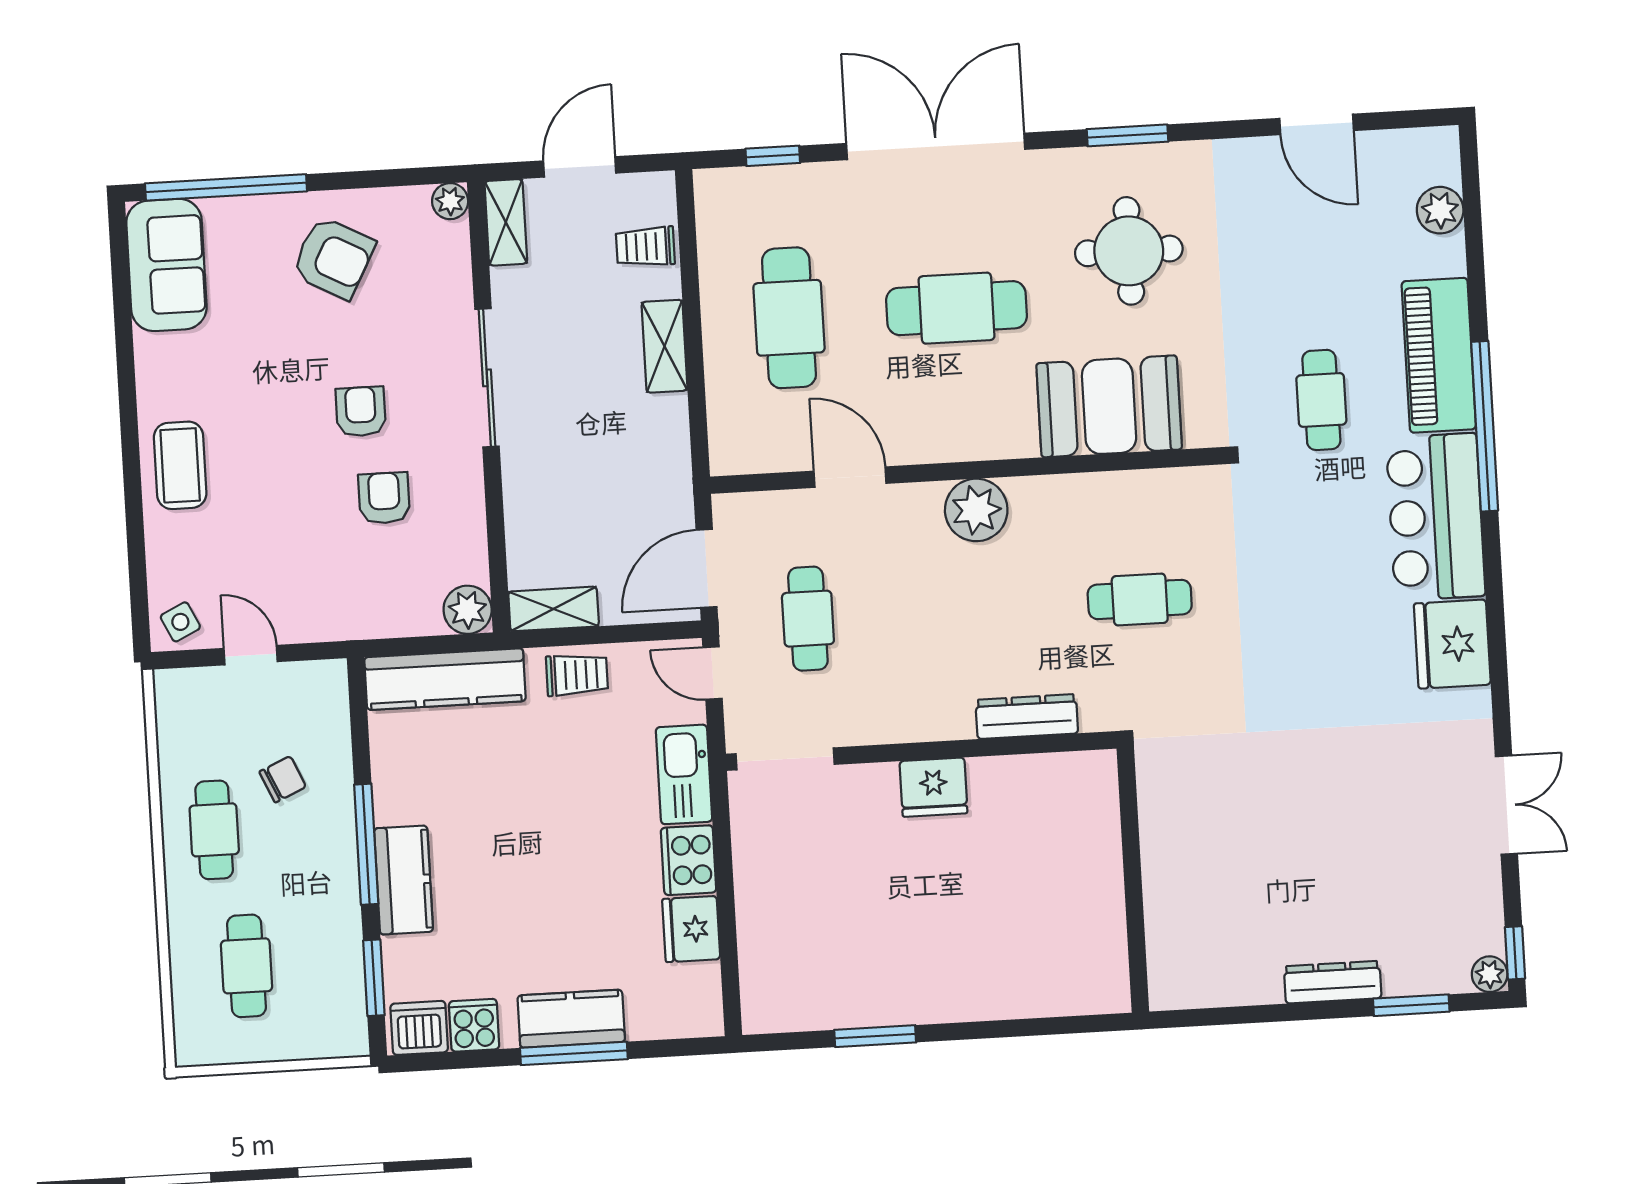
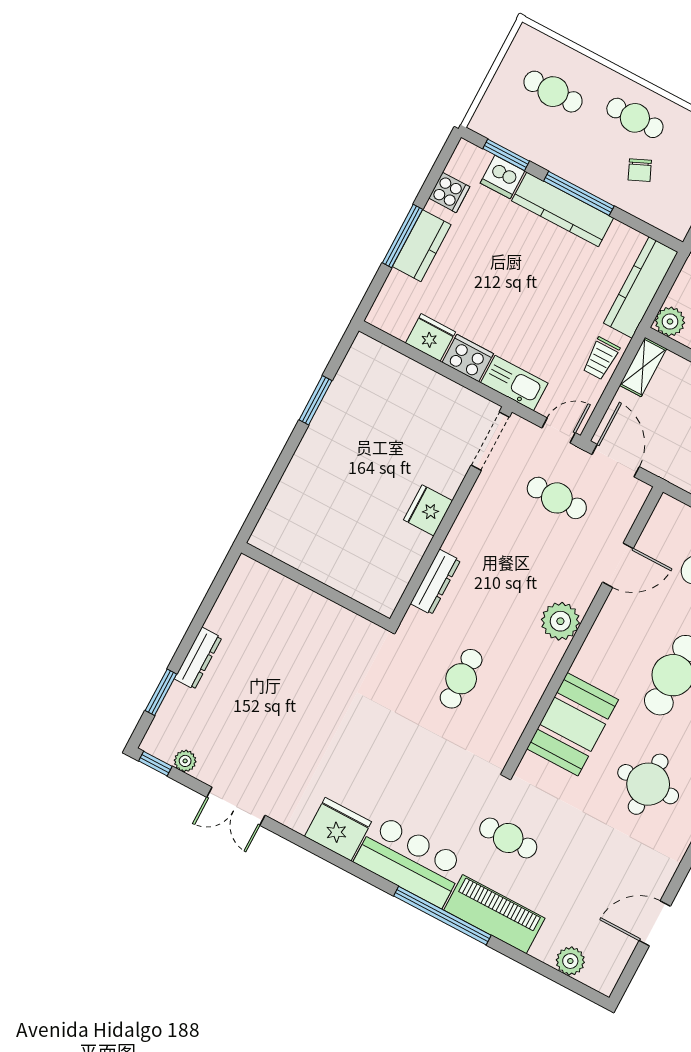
kitchen counter: (404, 880) -> (563, 209), width x1.50
plant: (1490, 974) -> (185, 761), moved
dishwasher: (419, 1028) -> (503, 177), moved, turned 90

